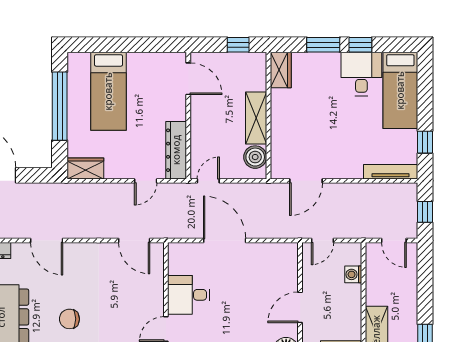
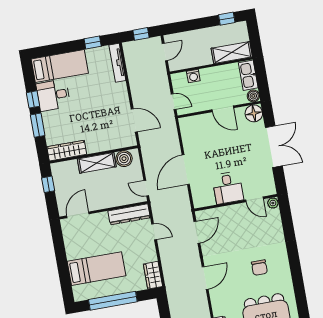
wardrobe: (281, 70) -> (67, 151), width x1.50
door: (47, 241) -> (205, 278), moved

